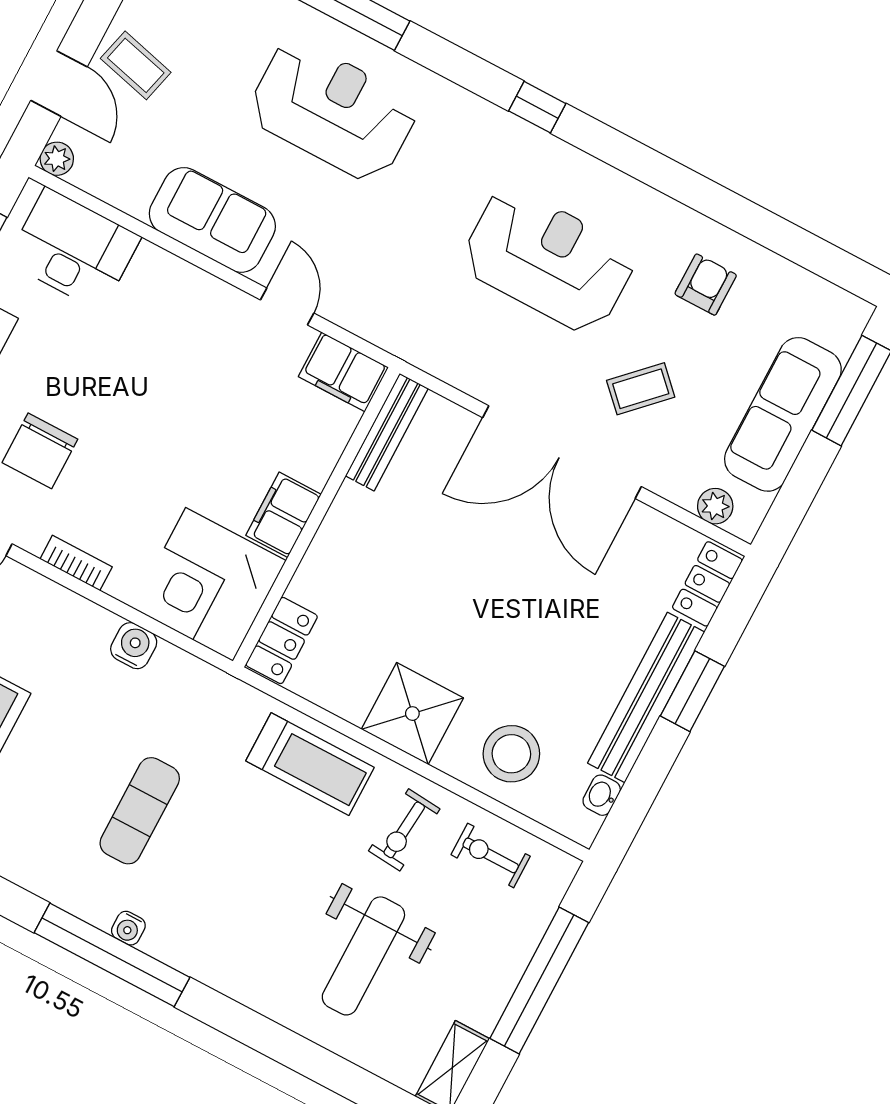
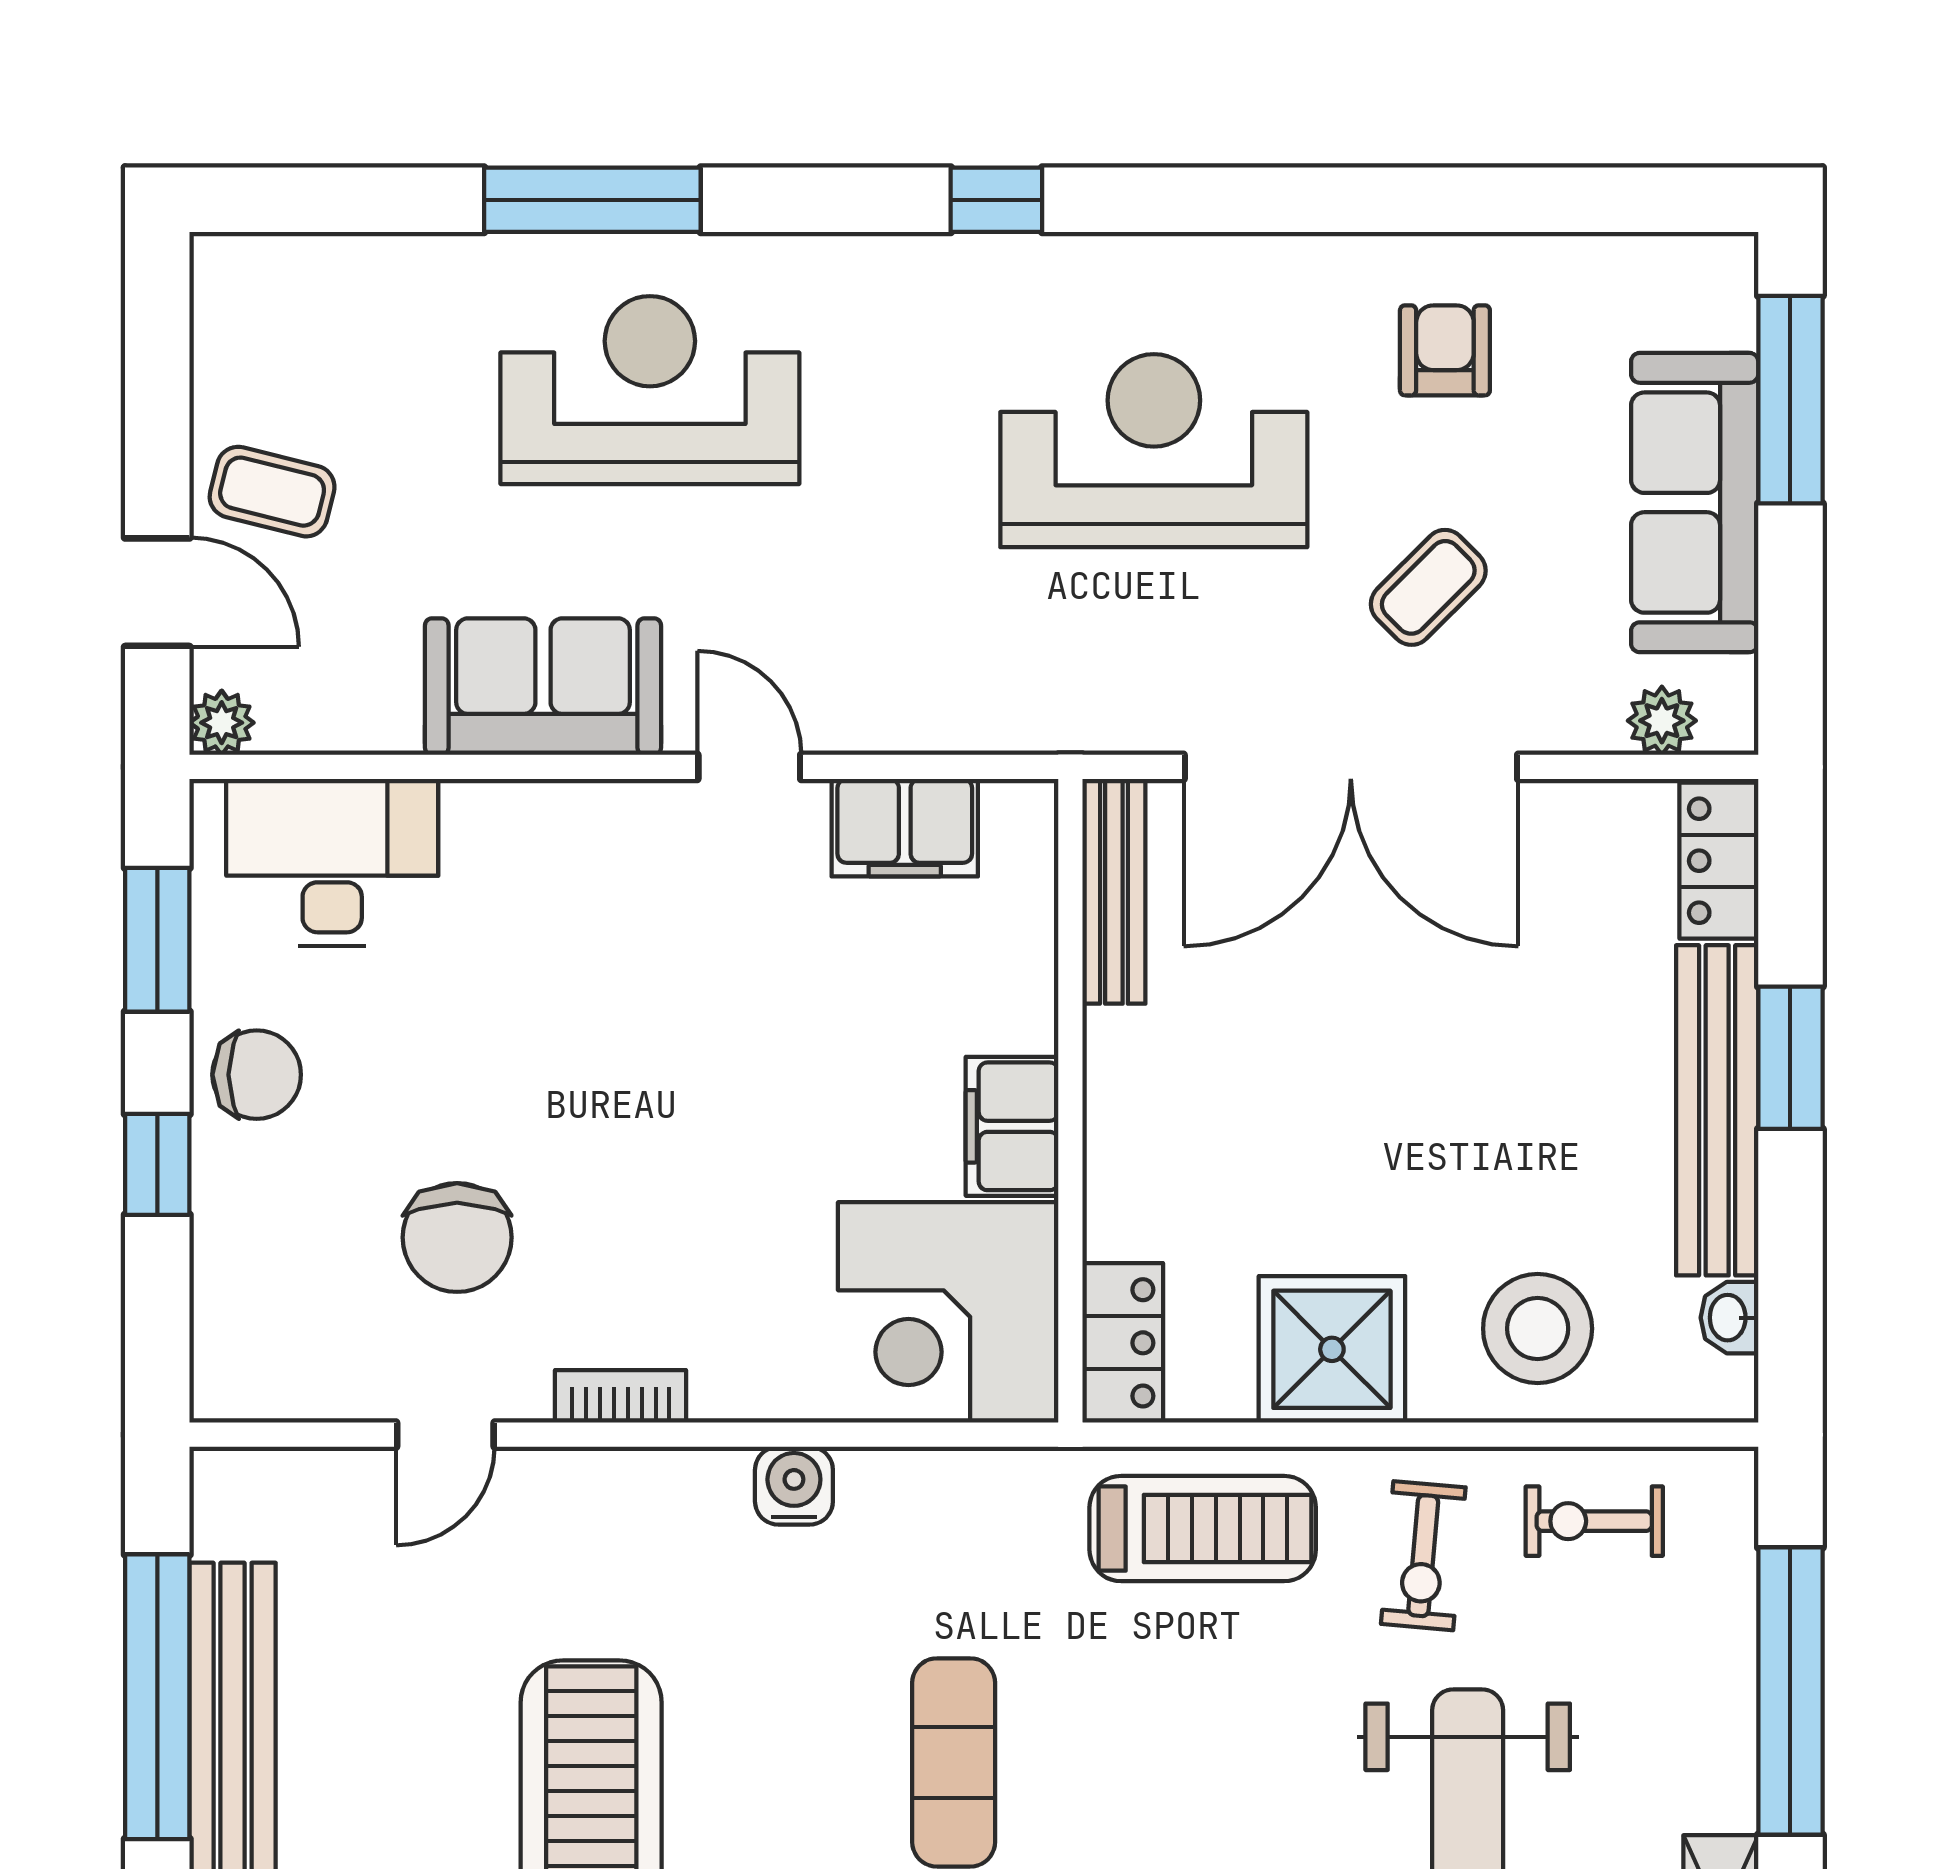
bench: (387, 432) -> (1114, 891), moved
filing cabinet: (283, 515) -> (1012, 1126), moved
wall: (316, 517) -> (1070, 1101), moved
corner desk: (209, 584) -> (948, 1312), moved
locker: (282, 641) -> (1123, 1343), moved

